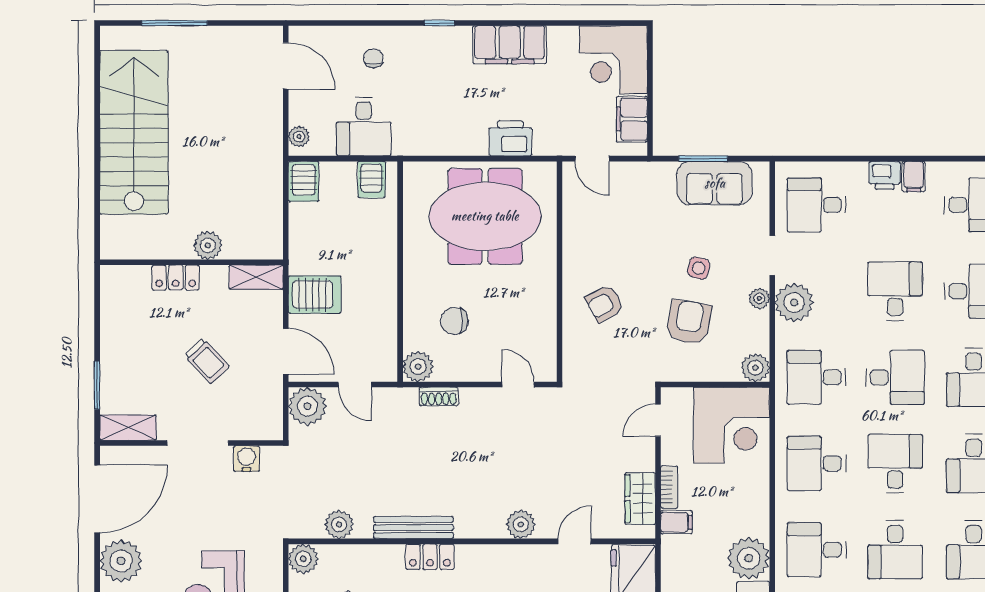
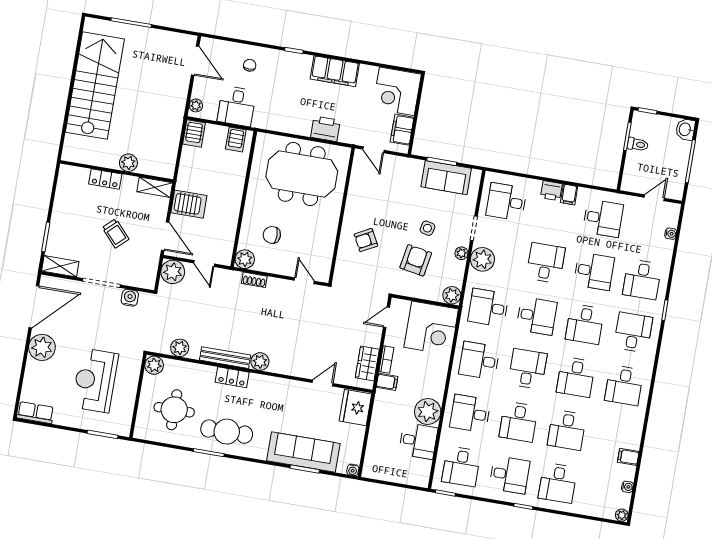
plant: (521, 524) -> (260, 362), moved

